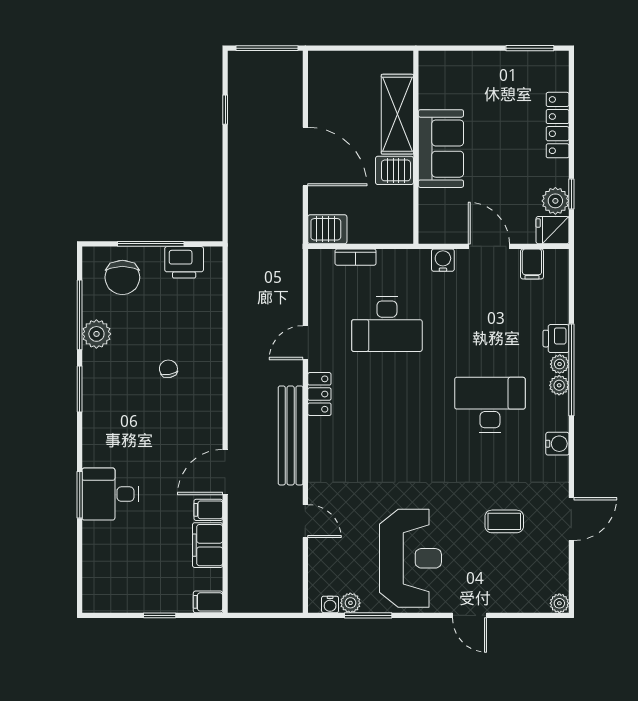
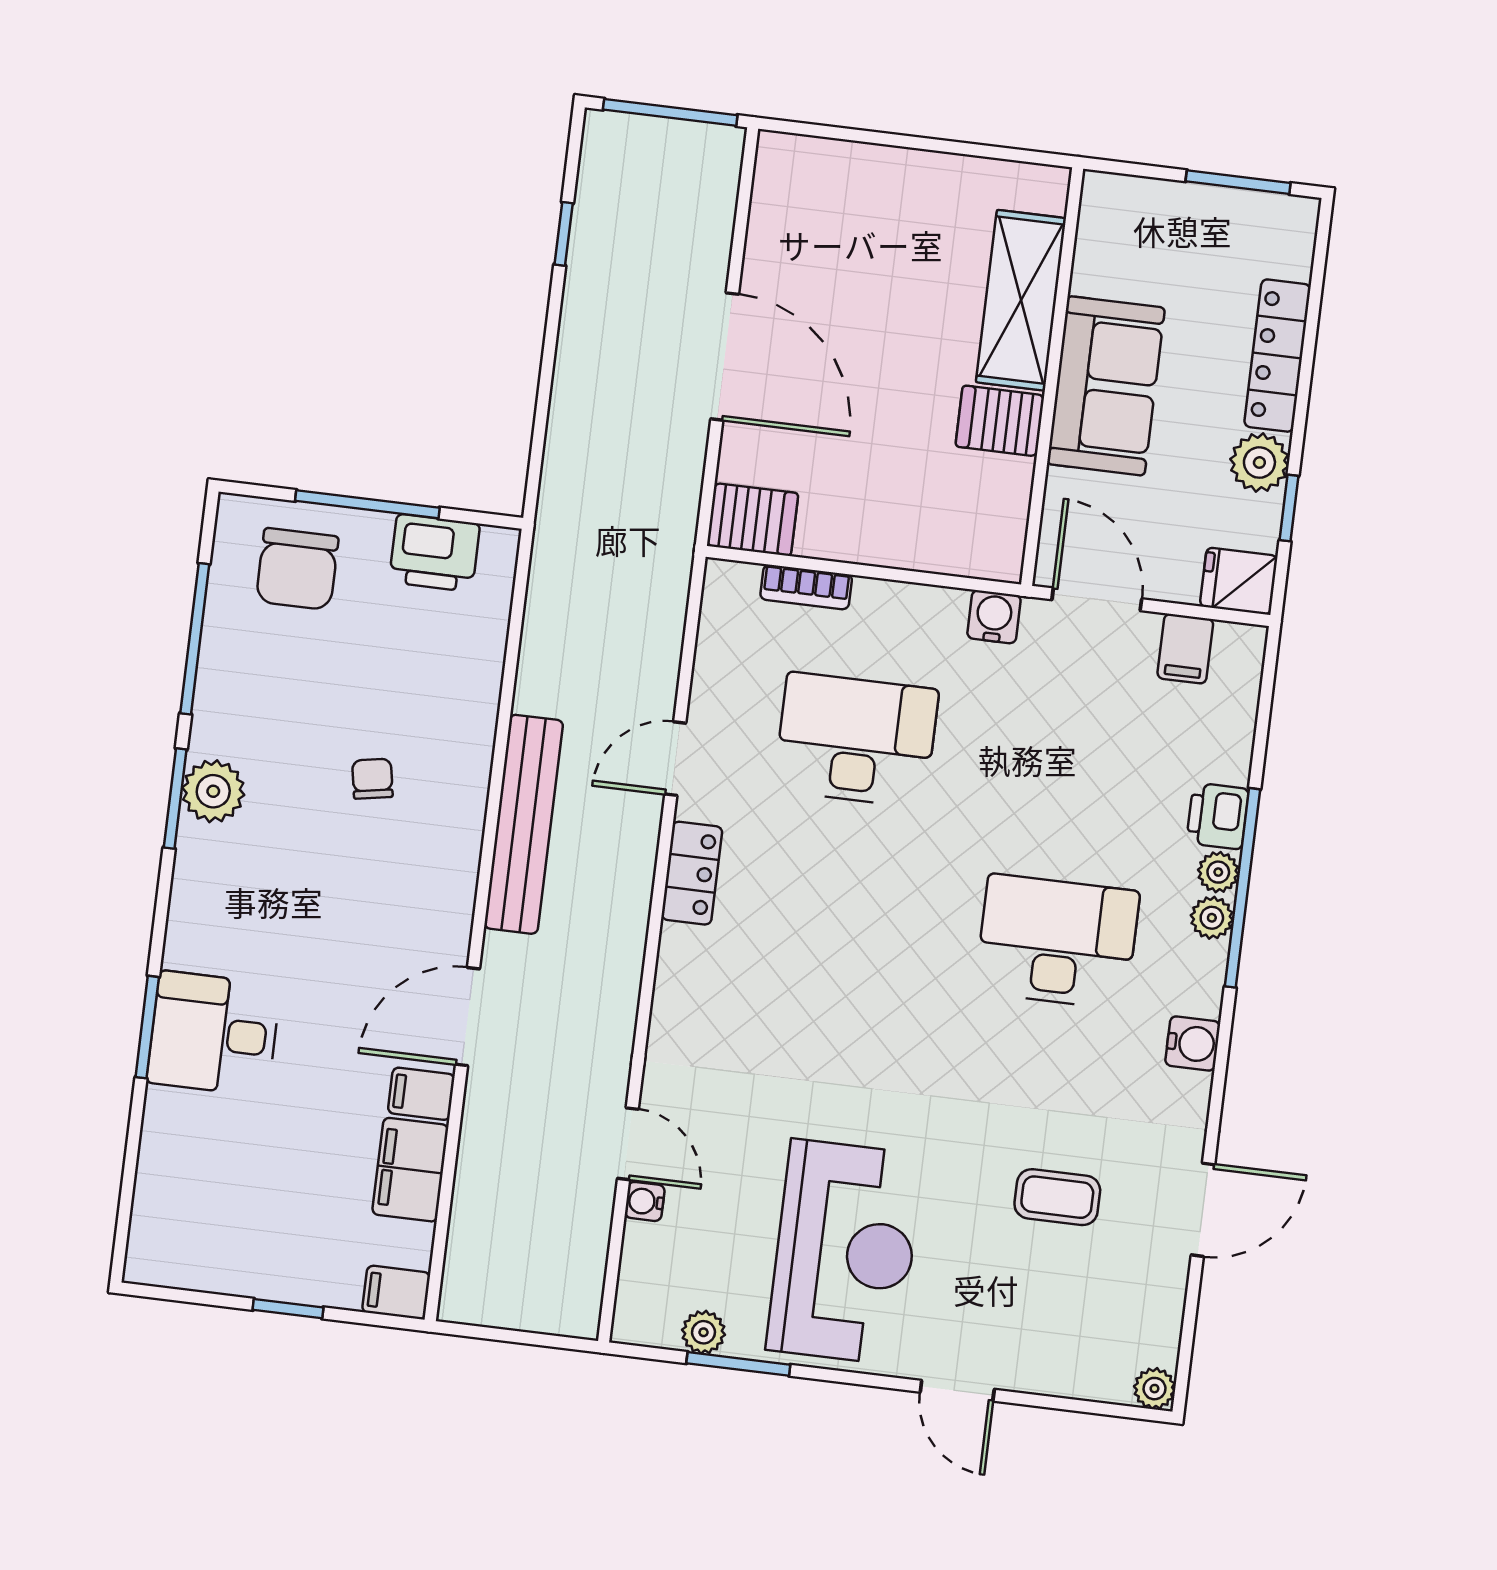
shelving: (397, 114) -> (1021, 300), moved
wall: (416, 147) -> (1052, 377), moved
sofa: (441, 149) -> (1106, 386), moved
server rack: (394, 170) -> (1000, 421), moved
plant: (555, 201) -> (1259, 463), moved
desk: (387, 324) -> (856, 740), turned 180
plant: (96, 334) -> (213, 791), moved
bench: (291, 435) -> (524, 824), moved
water cooler: (330, 604) -> (645, 1201), moved, turned 90

